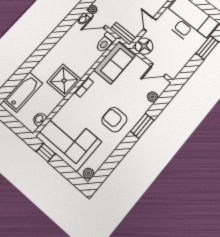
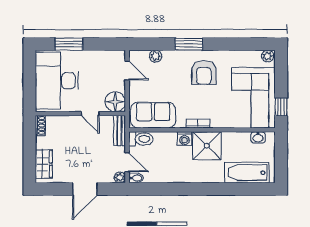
door: (150, 24) -> (90, 114), hinge flipped
washing machine: (81, 70) -> (185, 139), added

